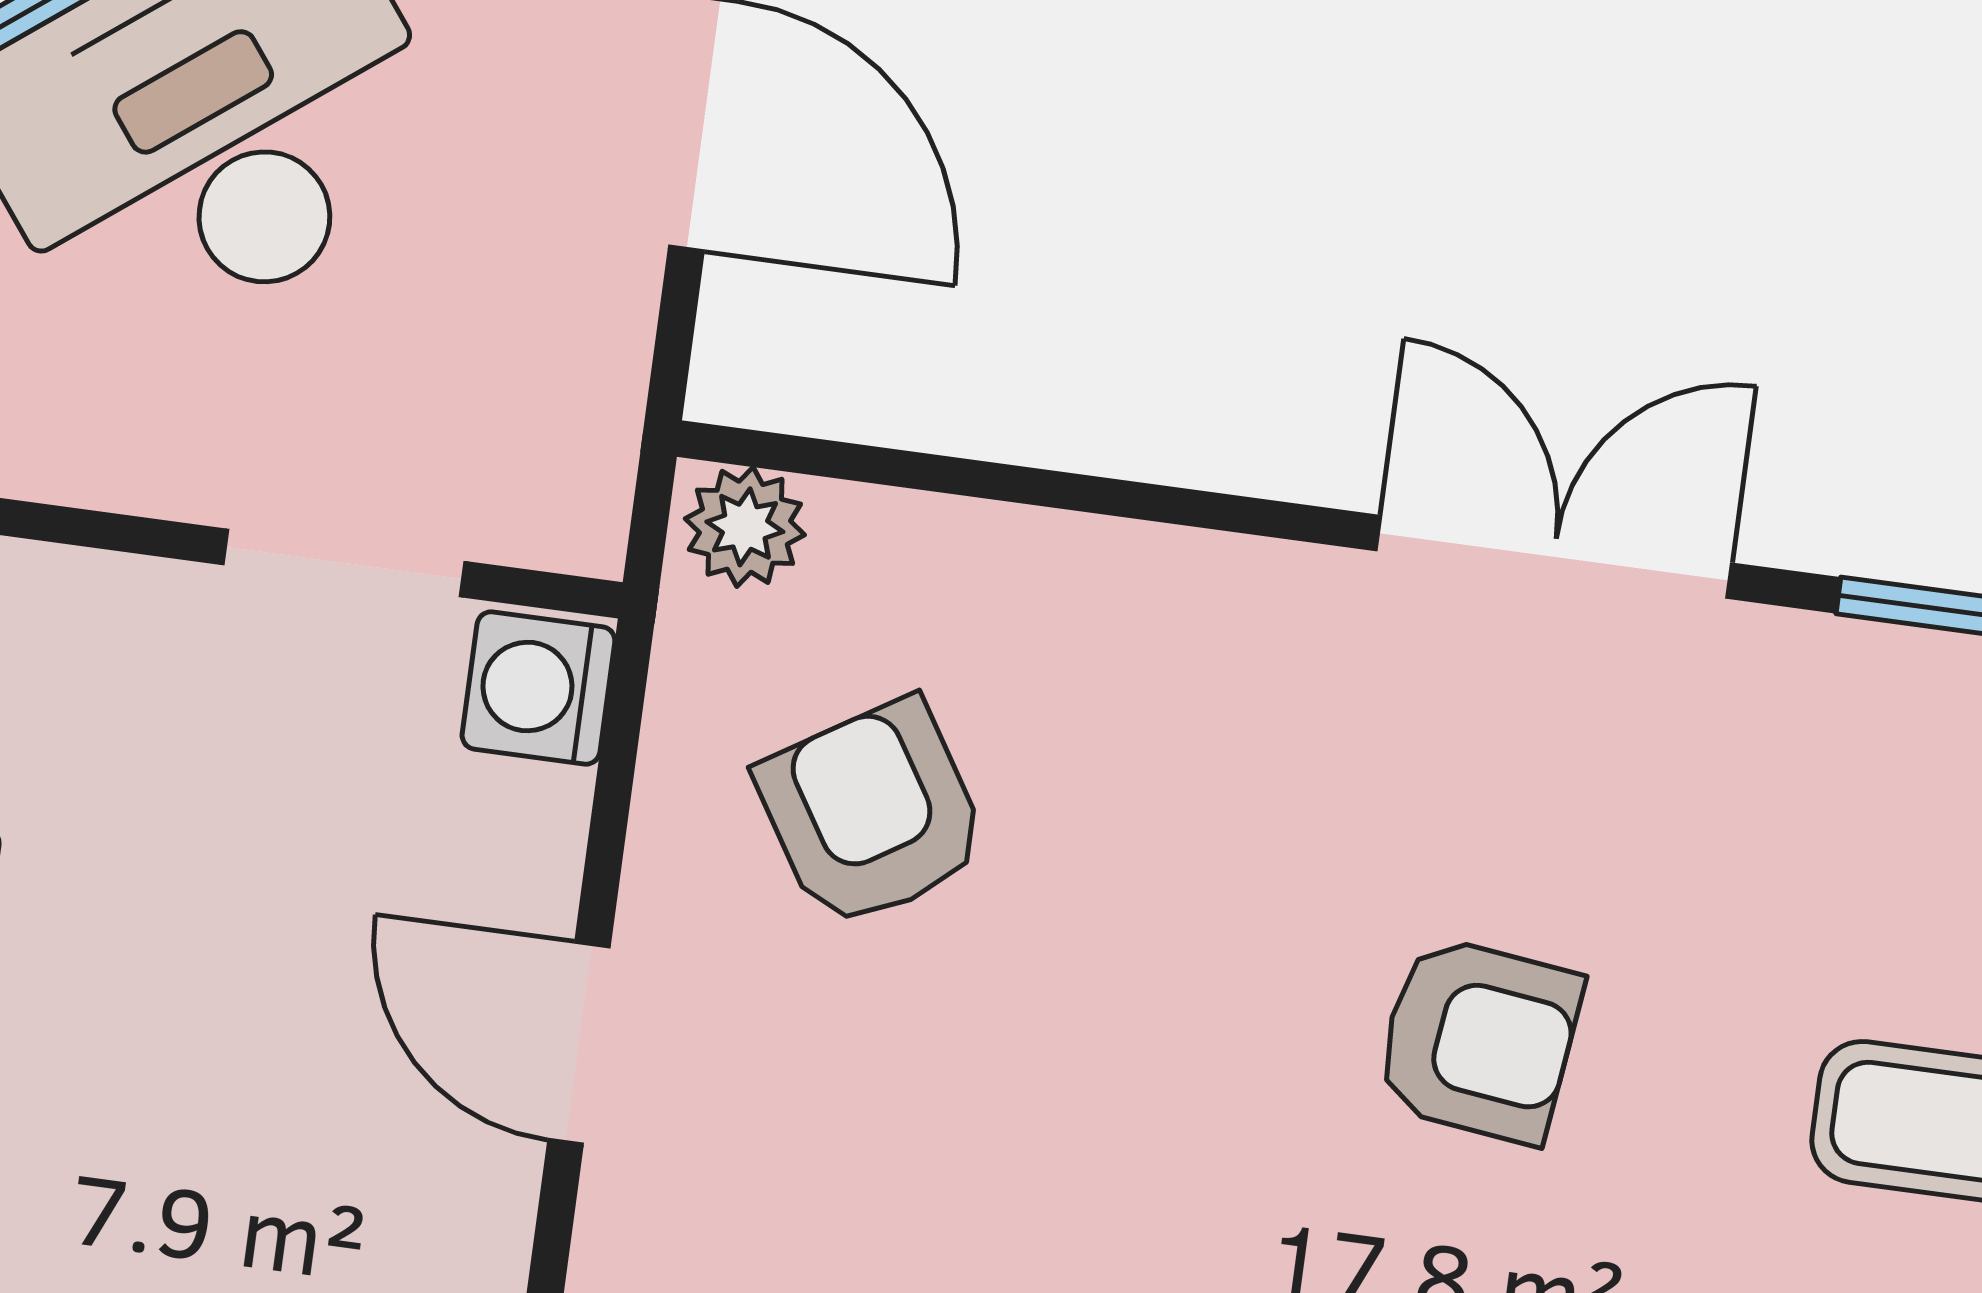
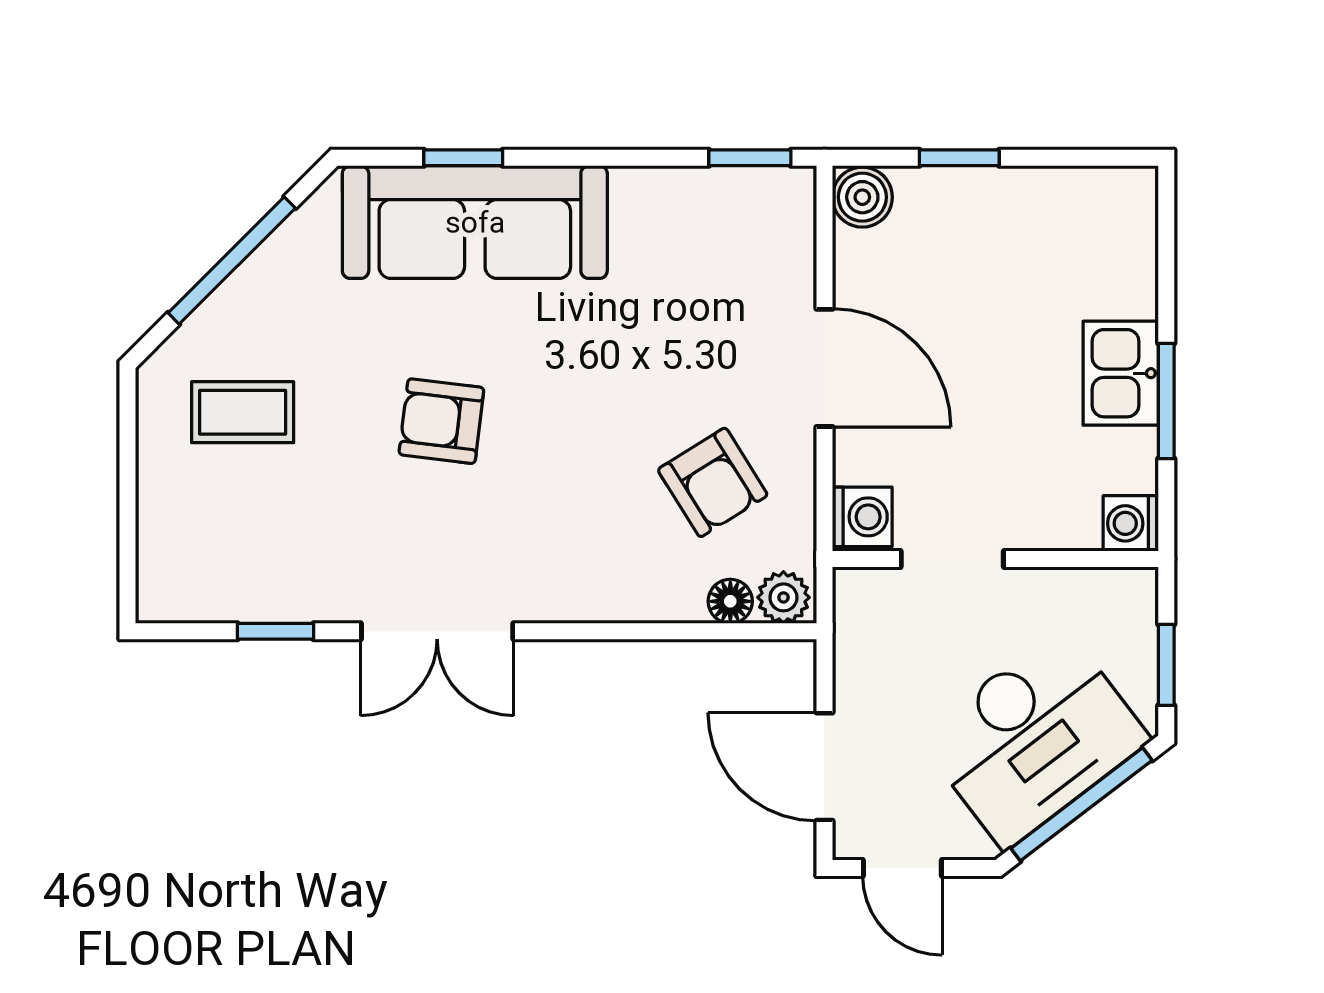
floor lamp: (869, 535) -> (730, 601), added
door: (579, 1043) -> (824, 368), width x1.38

